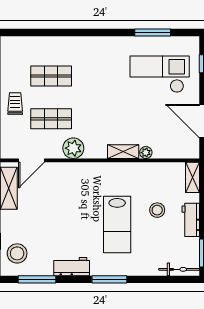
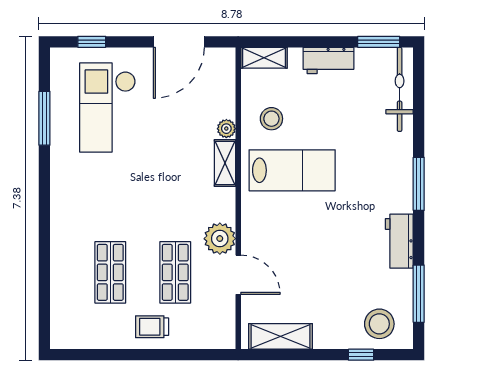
door: (31, 160) -> (238, 275), moved
stool: (157, 210) -> (271, 119), moved
lab bench: (117, 224) -> (292, 170), moved
bicycle: (179, 269) -> (400, 89), width x1.37, depth x1.40

